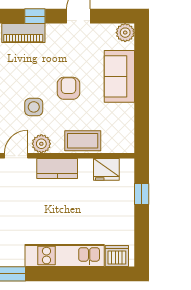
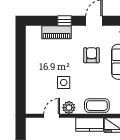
armchair: (68, 88) -> (92, 55), moved
kitchen counter: (57, 169) -> (90, 124), moved

